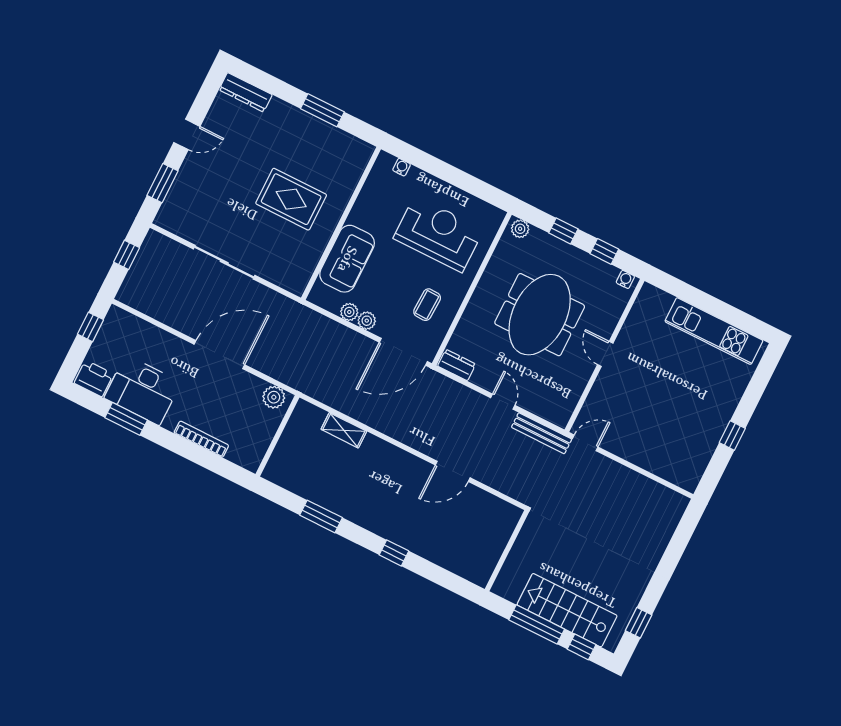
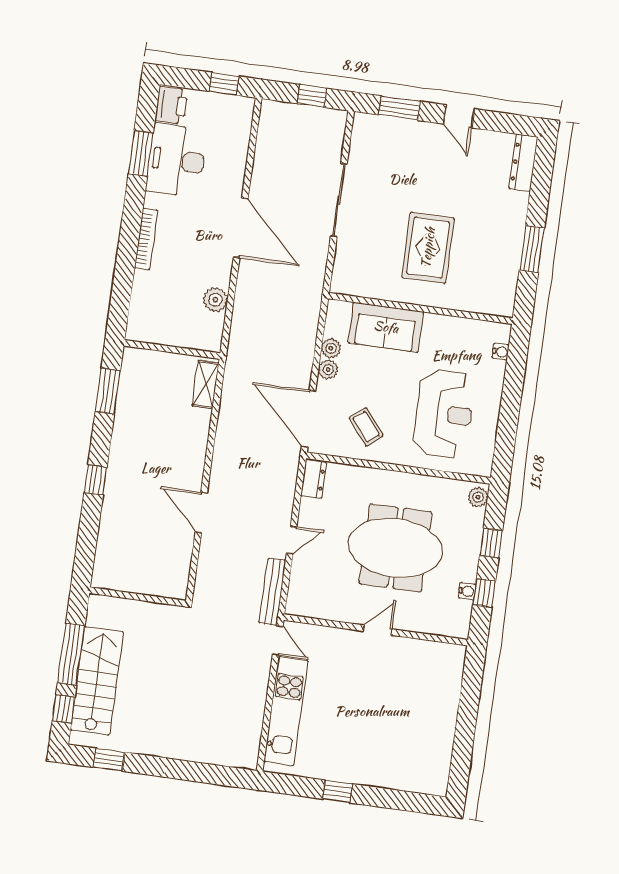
water cooler: (625, 279) -> (467, 591), moved
coffee table: (427, 305) -> (366, 427), turned 49
kitchen unit: (714, 331) -> (286, 711), moved, turned 180
wall: (277, 436) -> (172, 349), moved

